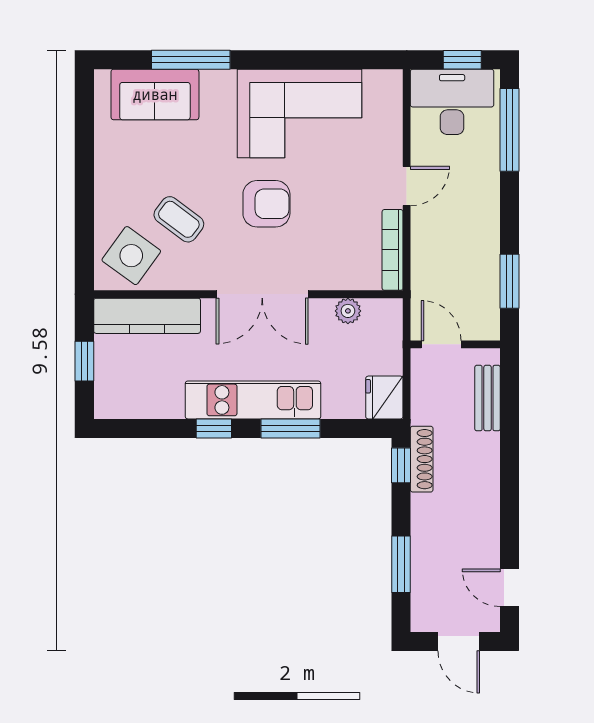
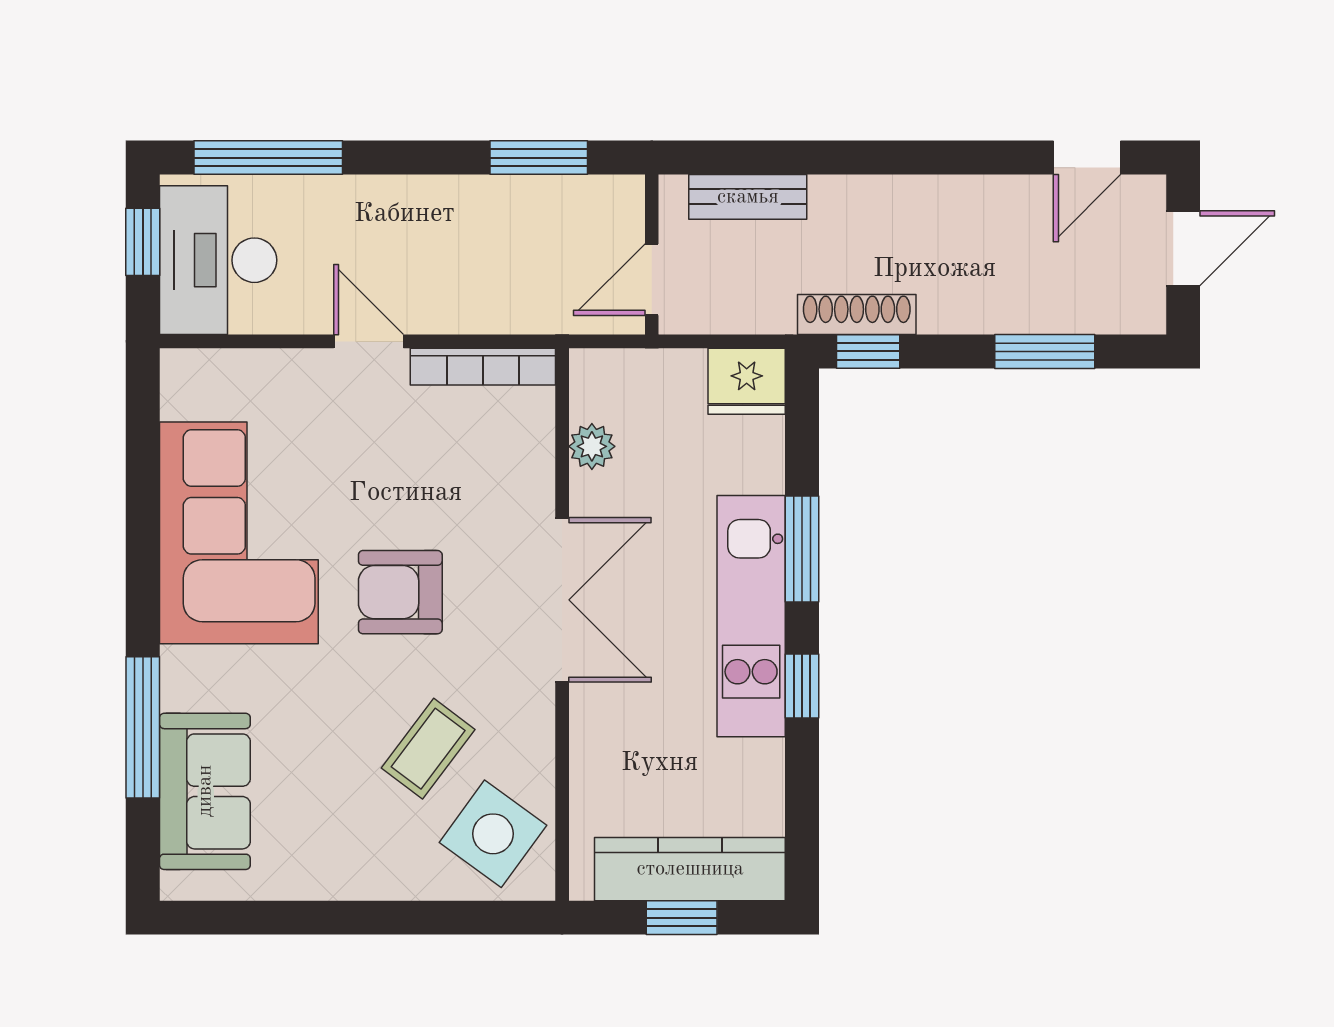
armchair: (266, 204) -> (400, 592), turned -90
kitchen counter: (147, 316) -> (690, 869), moved, turned -90

